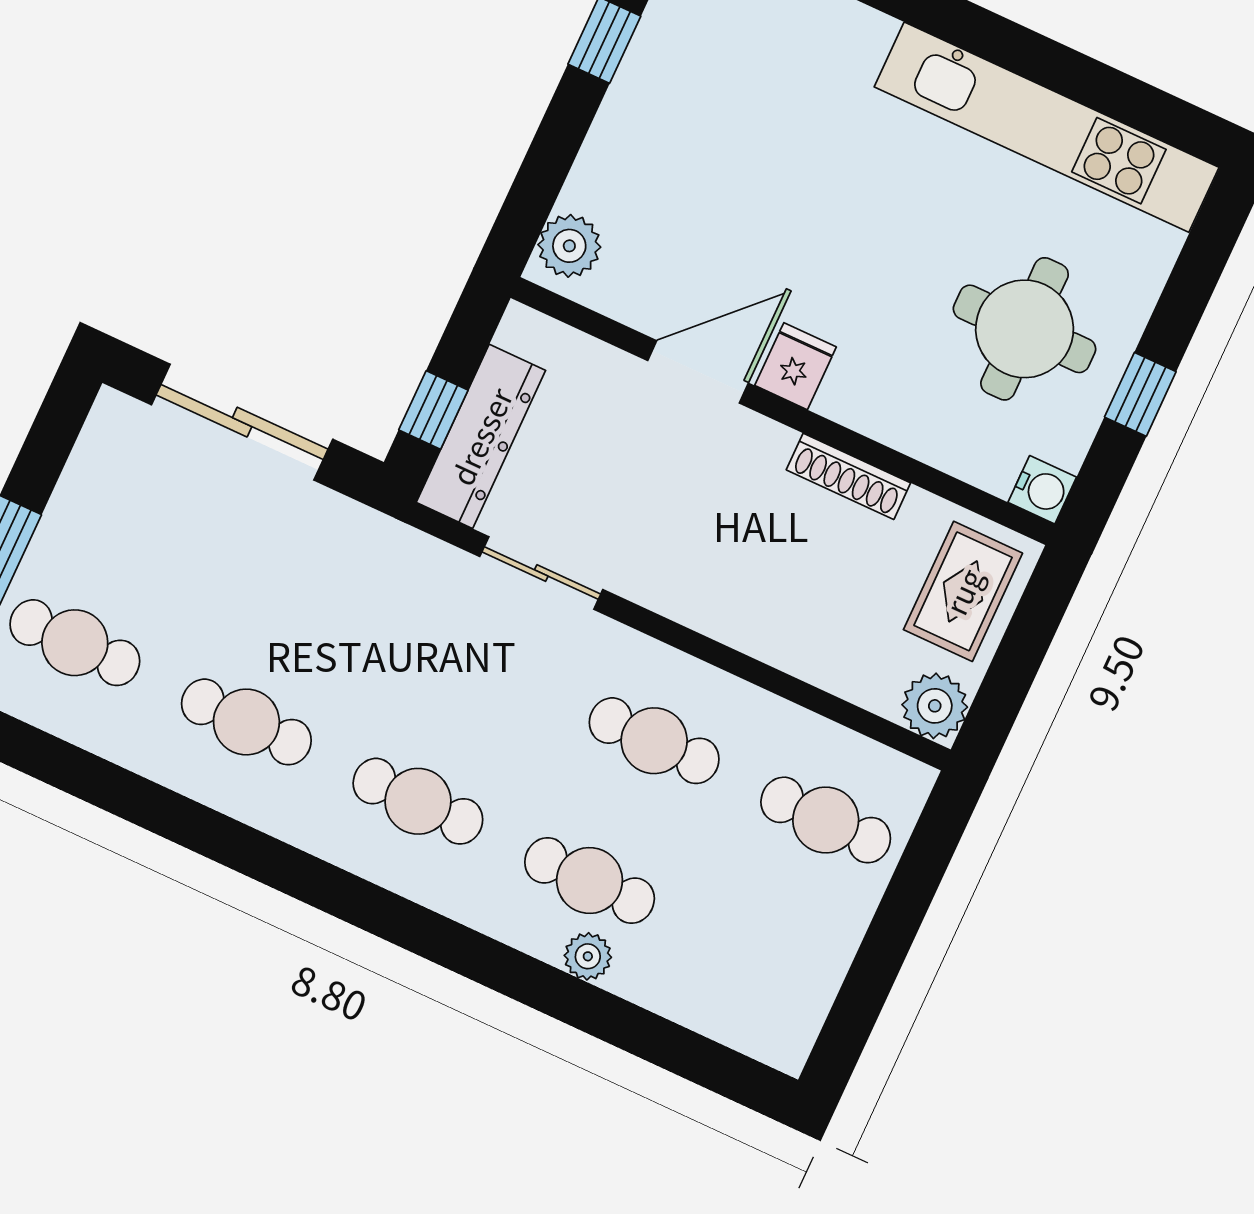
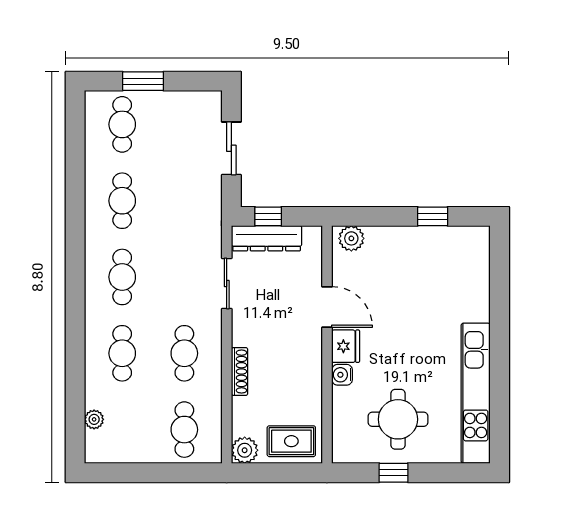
fridge: (796, 366) -> (346, 346), width x1.38
sliding door: (242, 422) -> (231, 148), width x0.73
shoe rack: (848, 476) -> (239, 372), moved, turned 180
water cooler: (1042, 490) -> (342, 375), moved, turned 90
plant: (588, 956) -> (94, 419), moved

